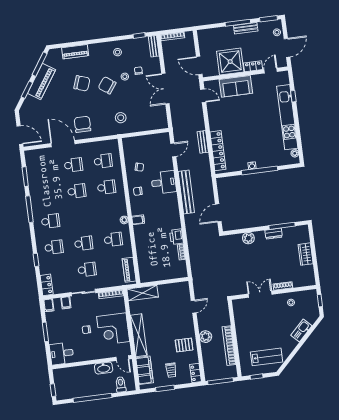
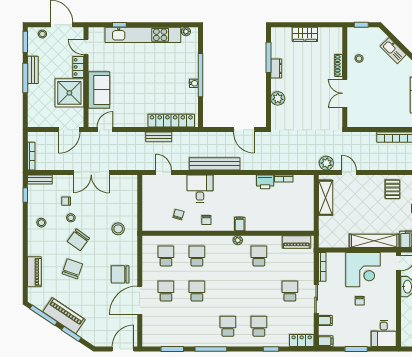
school desk: (84, 243) -> (259, 291), removed
shelving: (143, 293) -> (326, 198), moved
plant: (206, 337) -> (326, 163), moved

